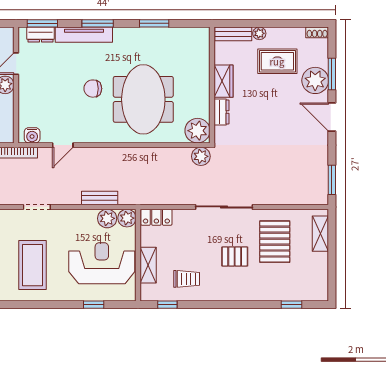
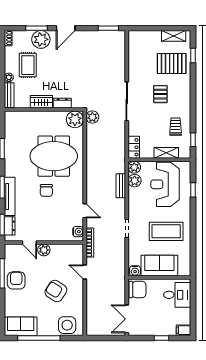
shelving: (320, 234) -> (174, 36), moved
pallet: (275, 242) -> (172, 63), moved

